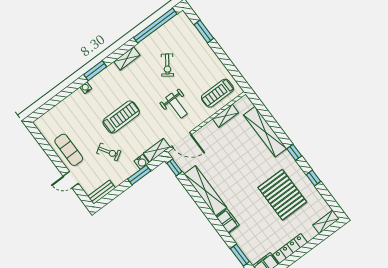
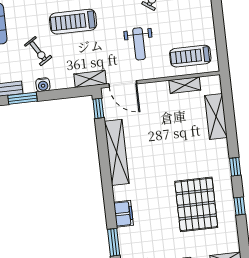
treadmill: (121, 117) -> (73, 22), turned 180
shelving: (265, 132) -> (216, 116), width x0.68
water cooler: (142, 162) -> (43, 85), moved
window: (139, 175) -> (22, 98), moved
filing cabinet: (228, 221) -> (123, 214), moved

